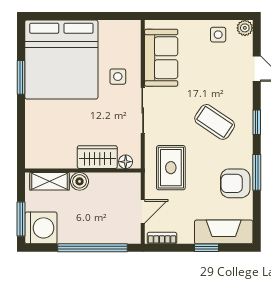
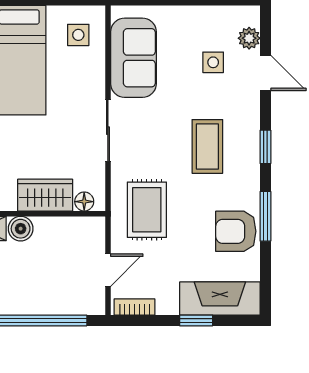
plant: (245, 28) -> (249, 38), moved
side table: (218, 35) -> (213, 62), moved
side table: (118, 77) -> (78, 35), moved
coffee table: (215, 122) -> (207, 146), turned 56

